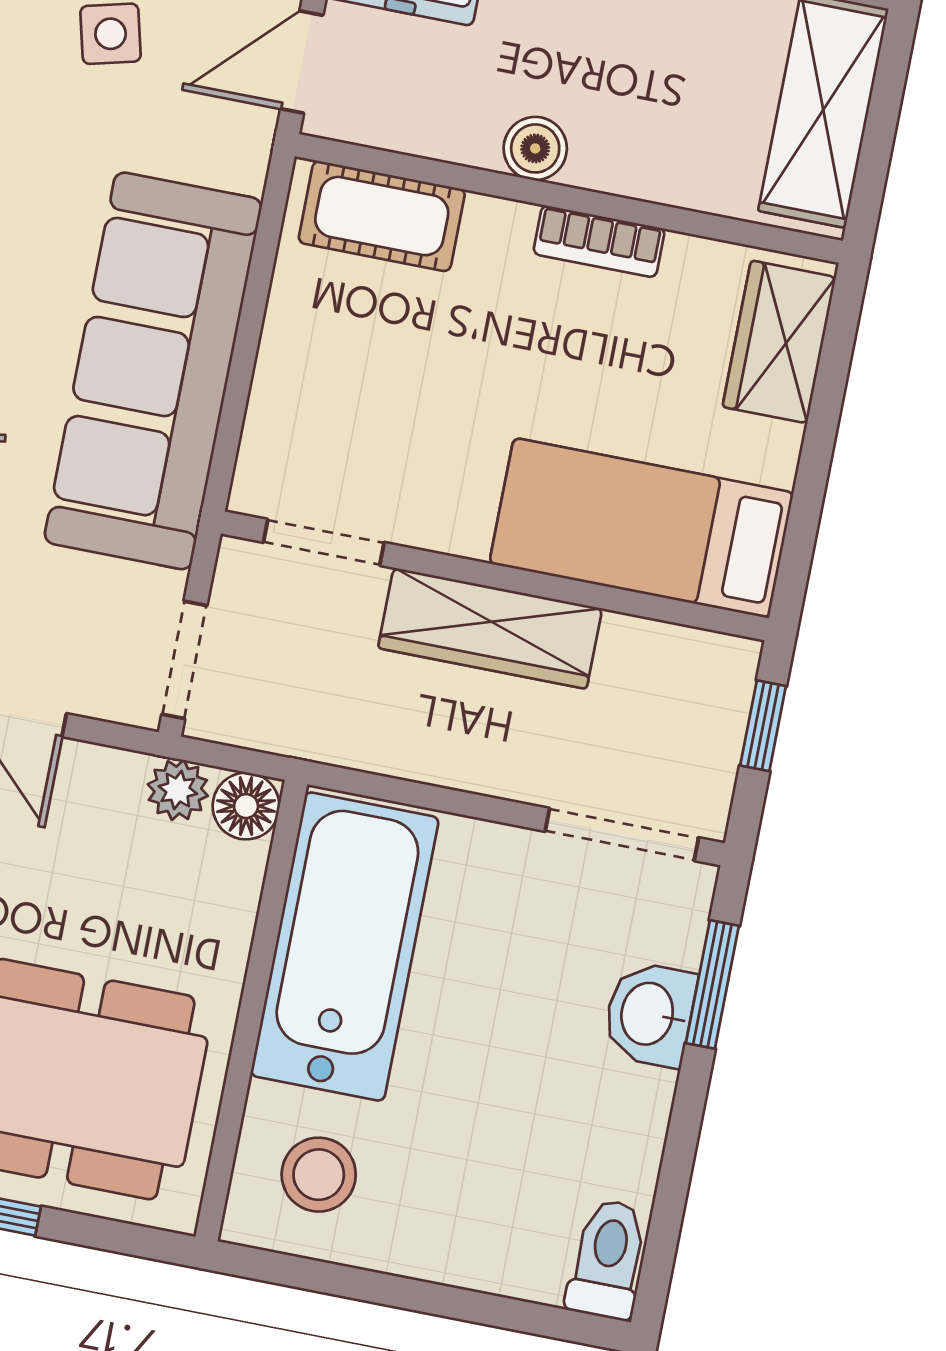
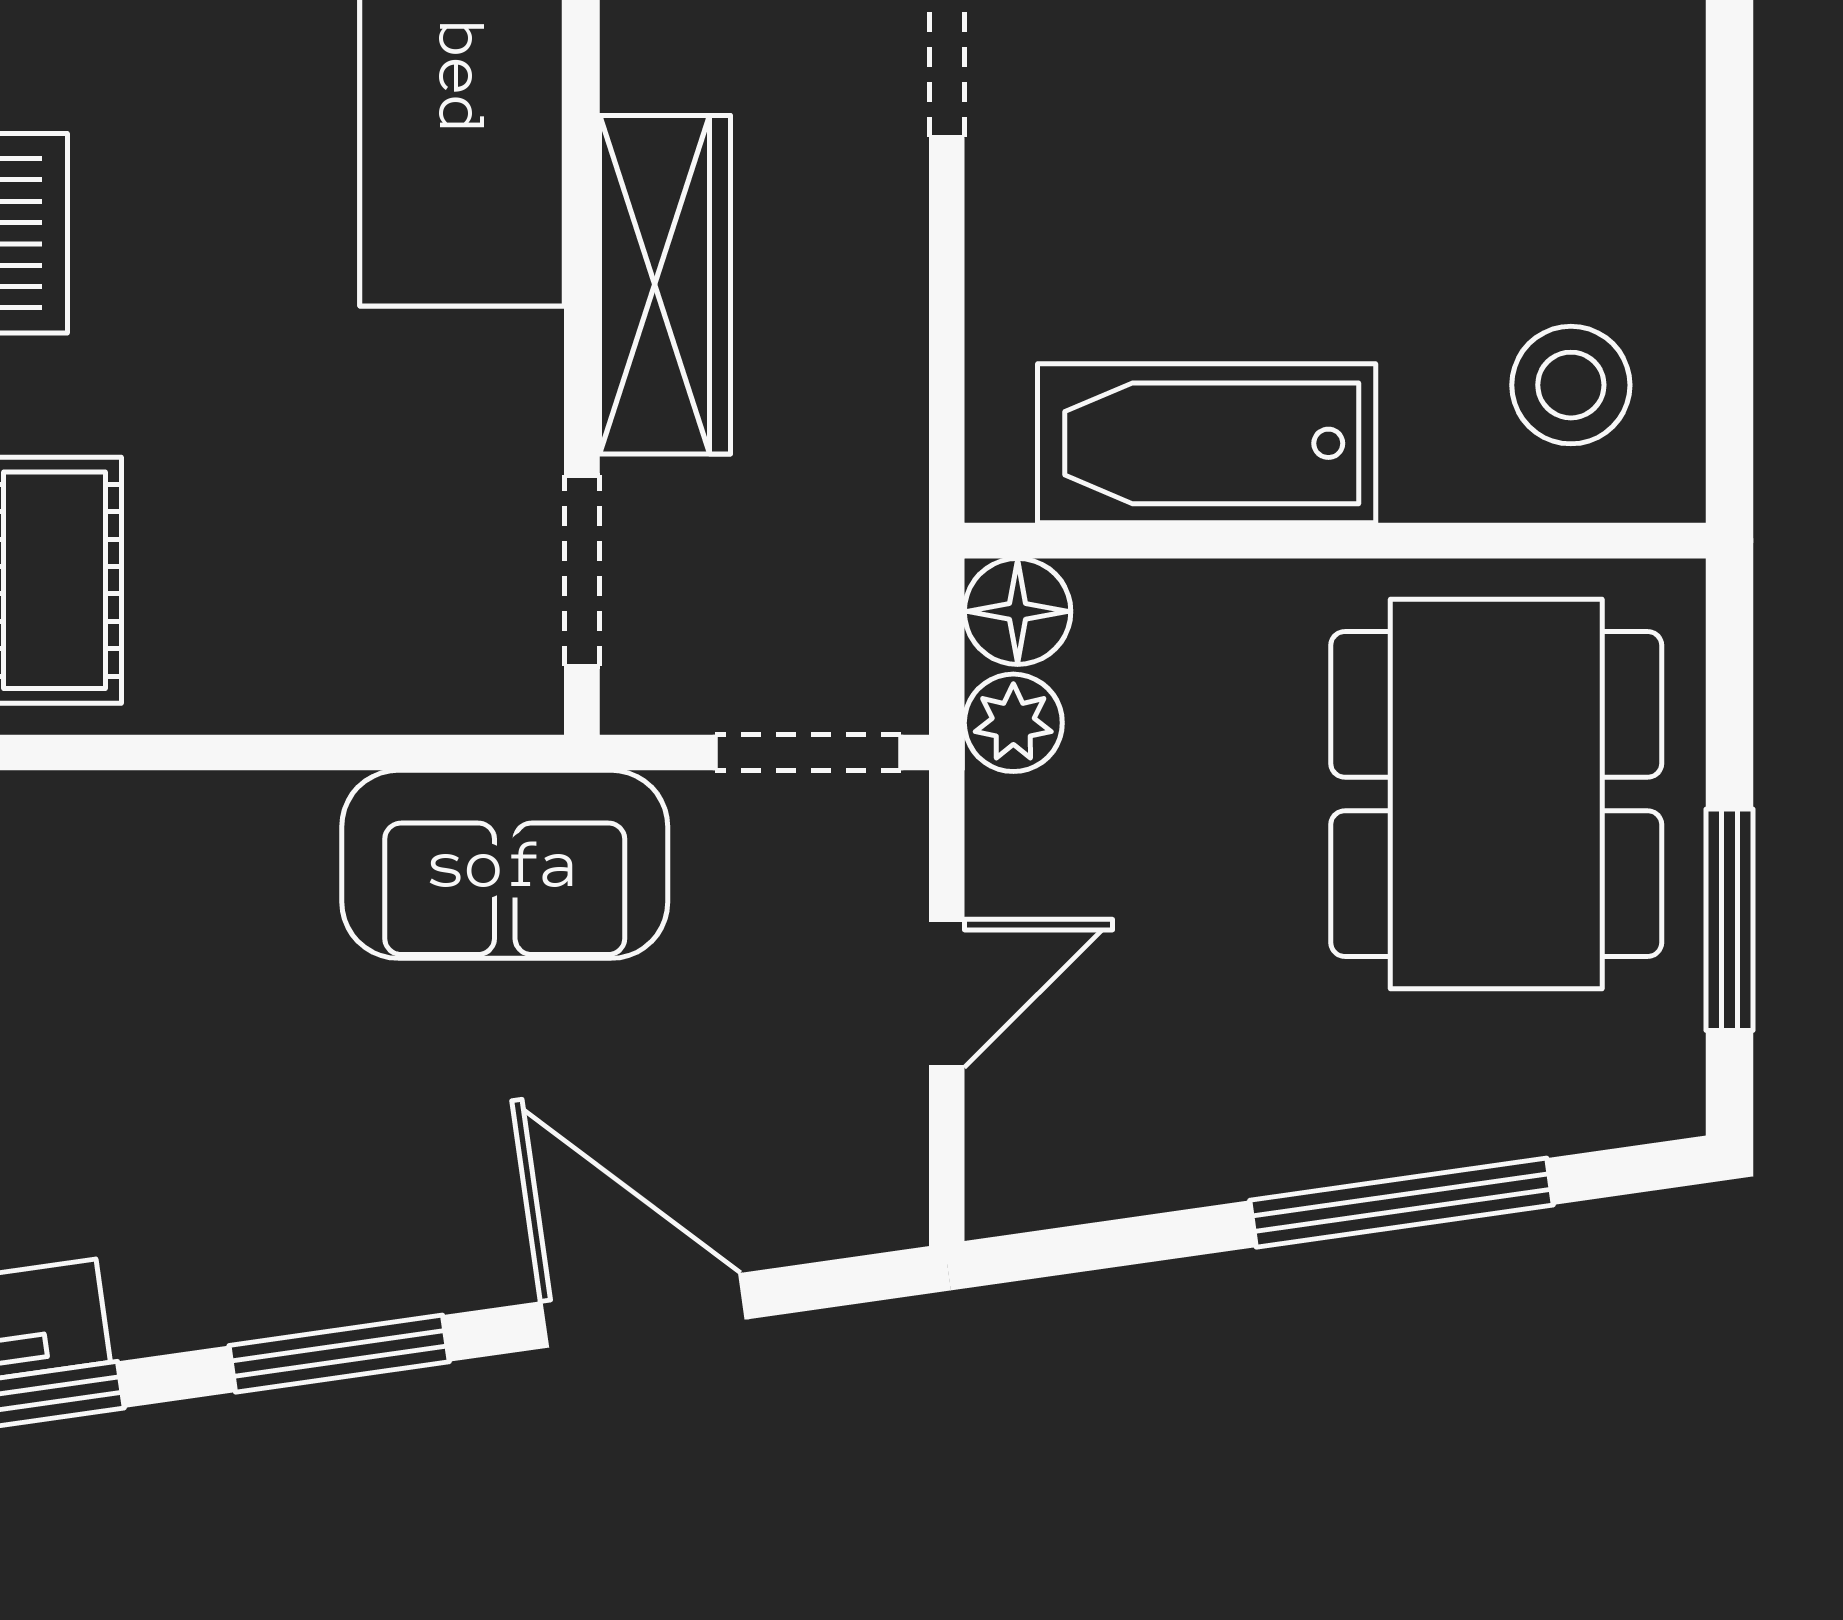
sofa: (153, 371) -> (505, 864), width x0.54, depth x0.79
bathtub: (345, 947) -> (1207, 443), width x0.73, depth x0.73

